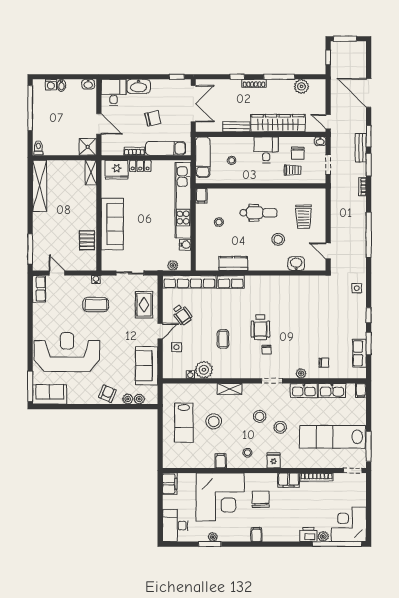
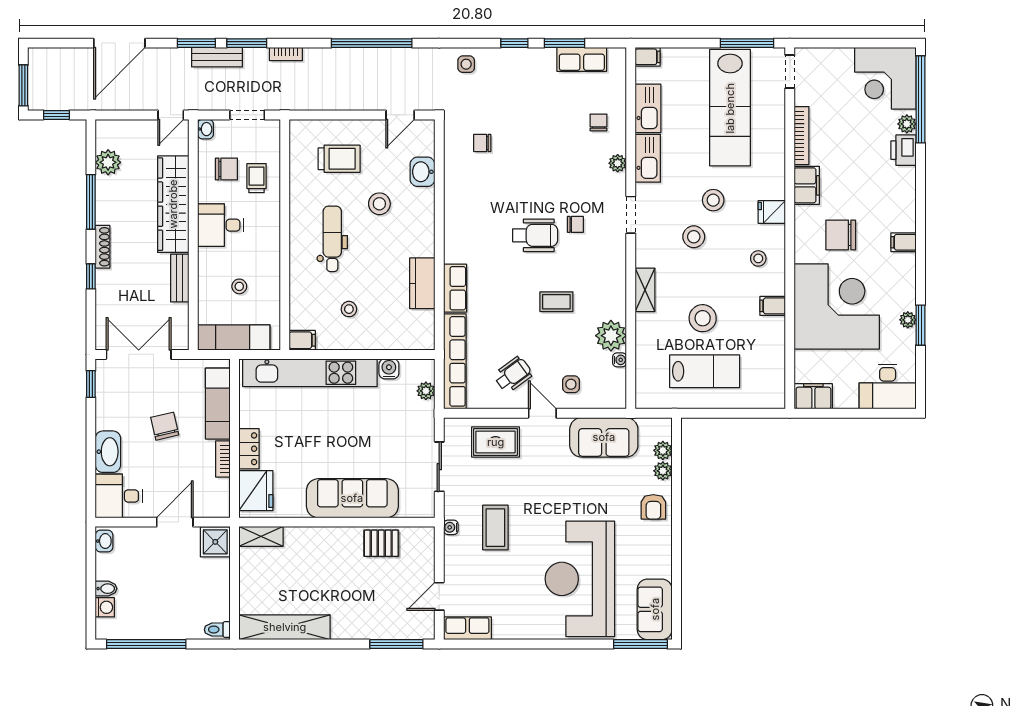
chair: (312, 297) -> (482, 143), added
armchair: (107, 394) -> (653, 507), turned -113

